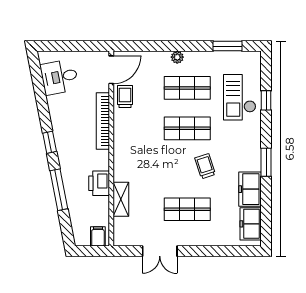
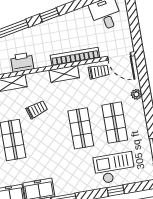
plant: (177, 57) -> (136, 94), moved
shelving: (121, 137) -> (64, 74), added
trolley: (205, 166) -> (37, 110), moved

